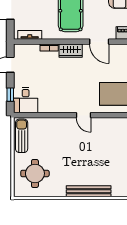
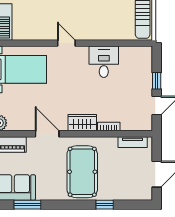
window: (10, 95) -> (157, 81), moved
desk: (26, 100) -> (104, 62), moved

